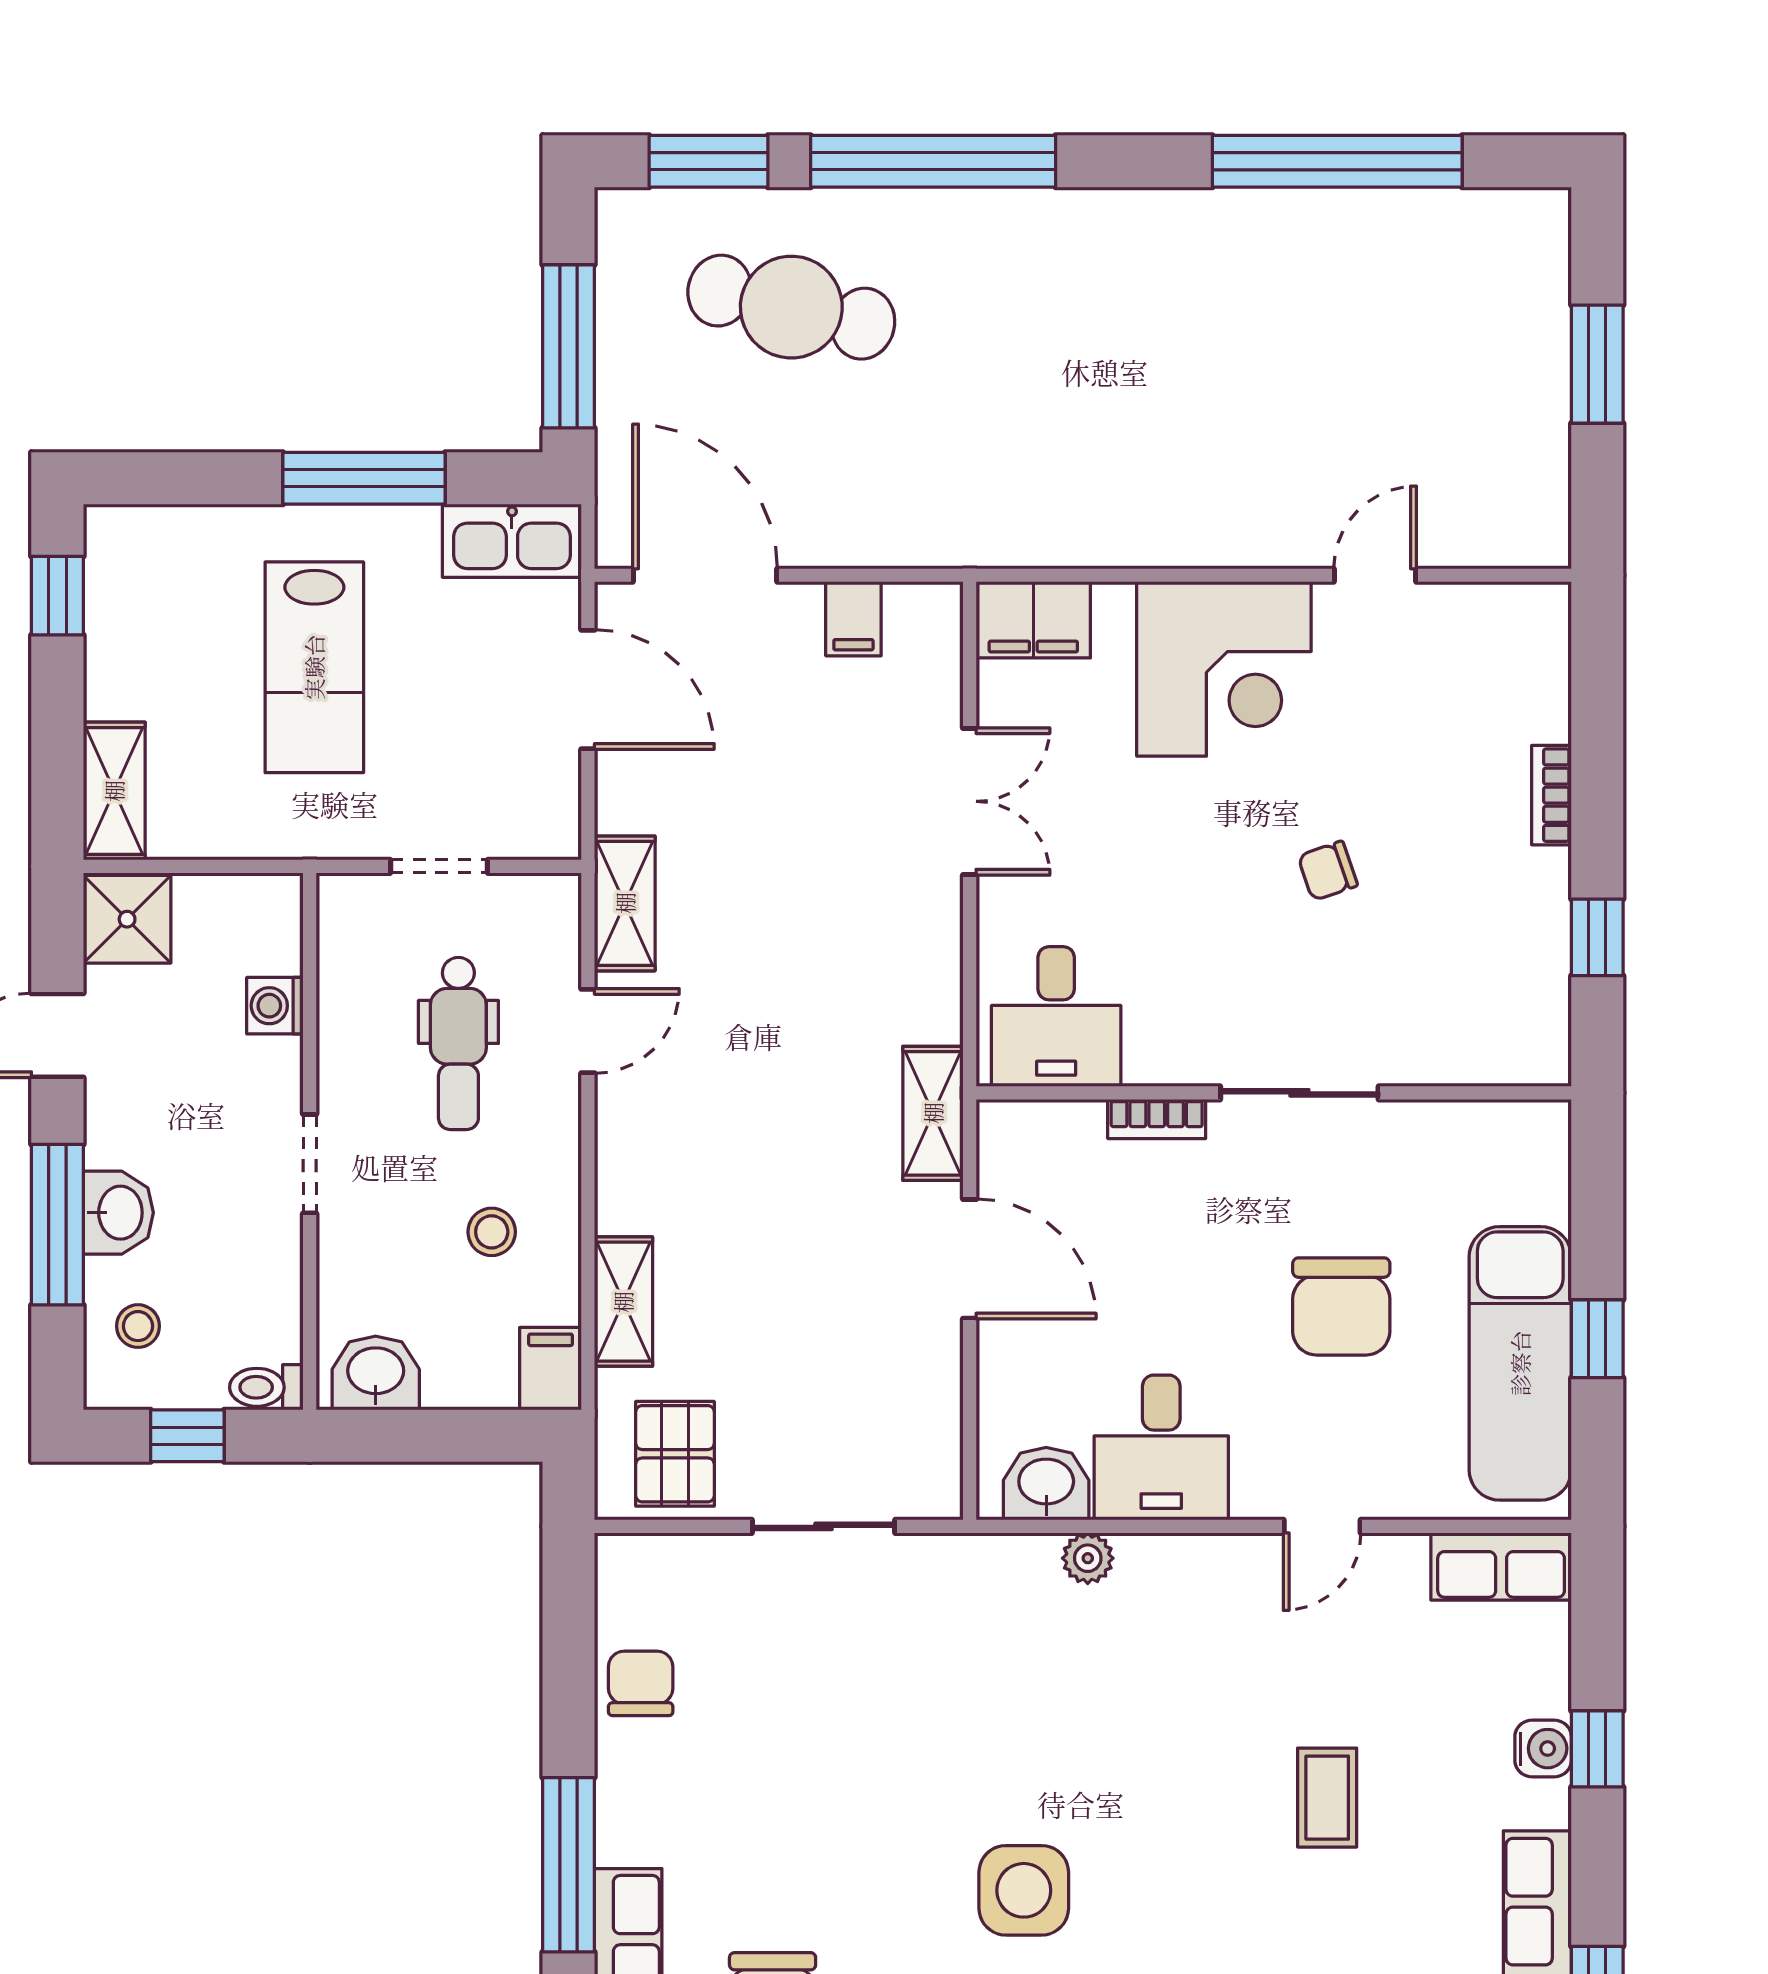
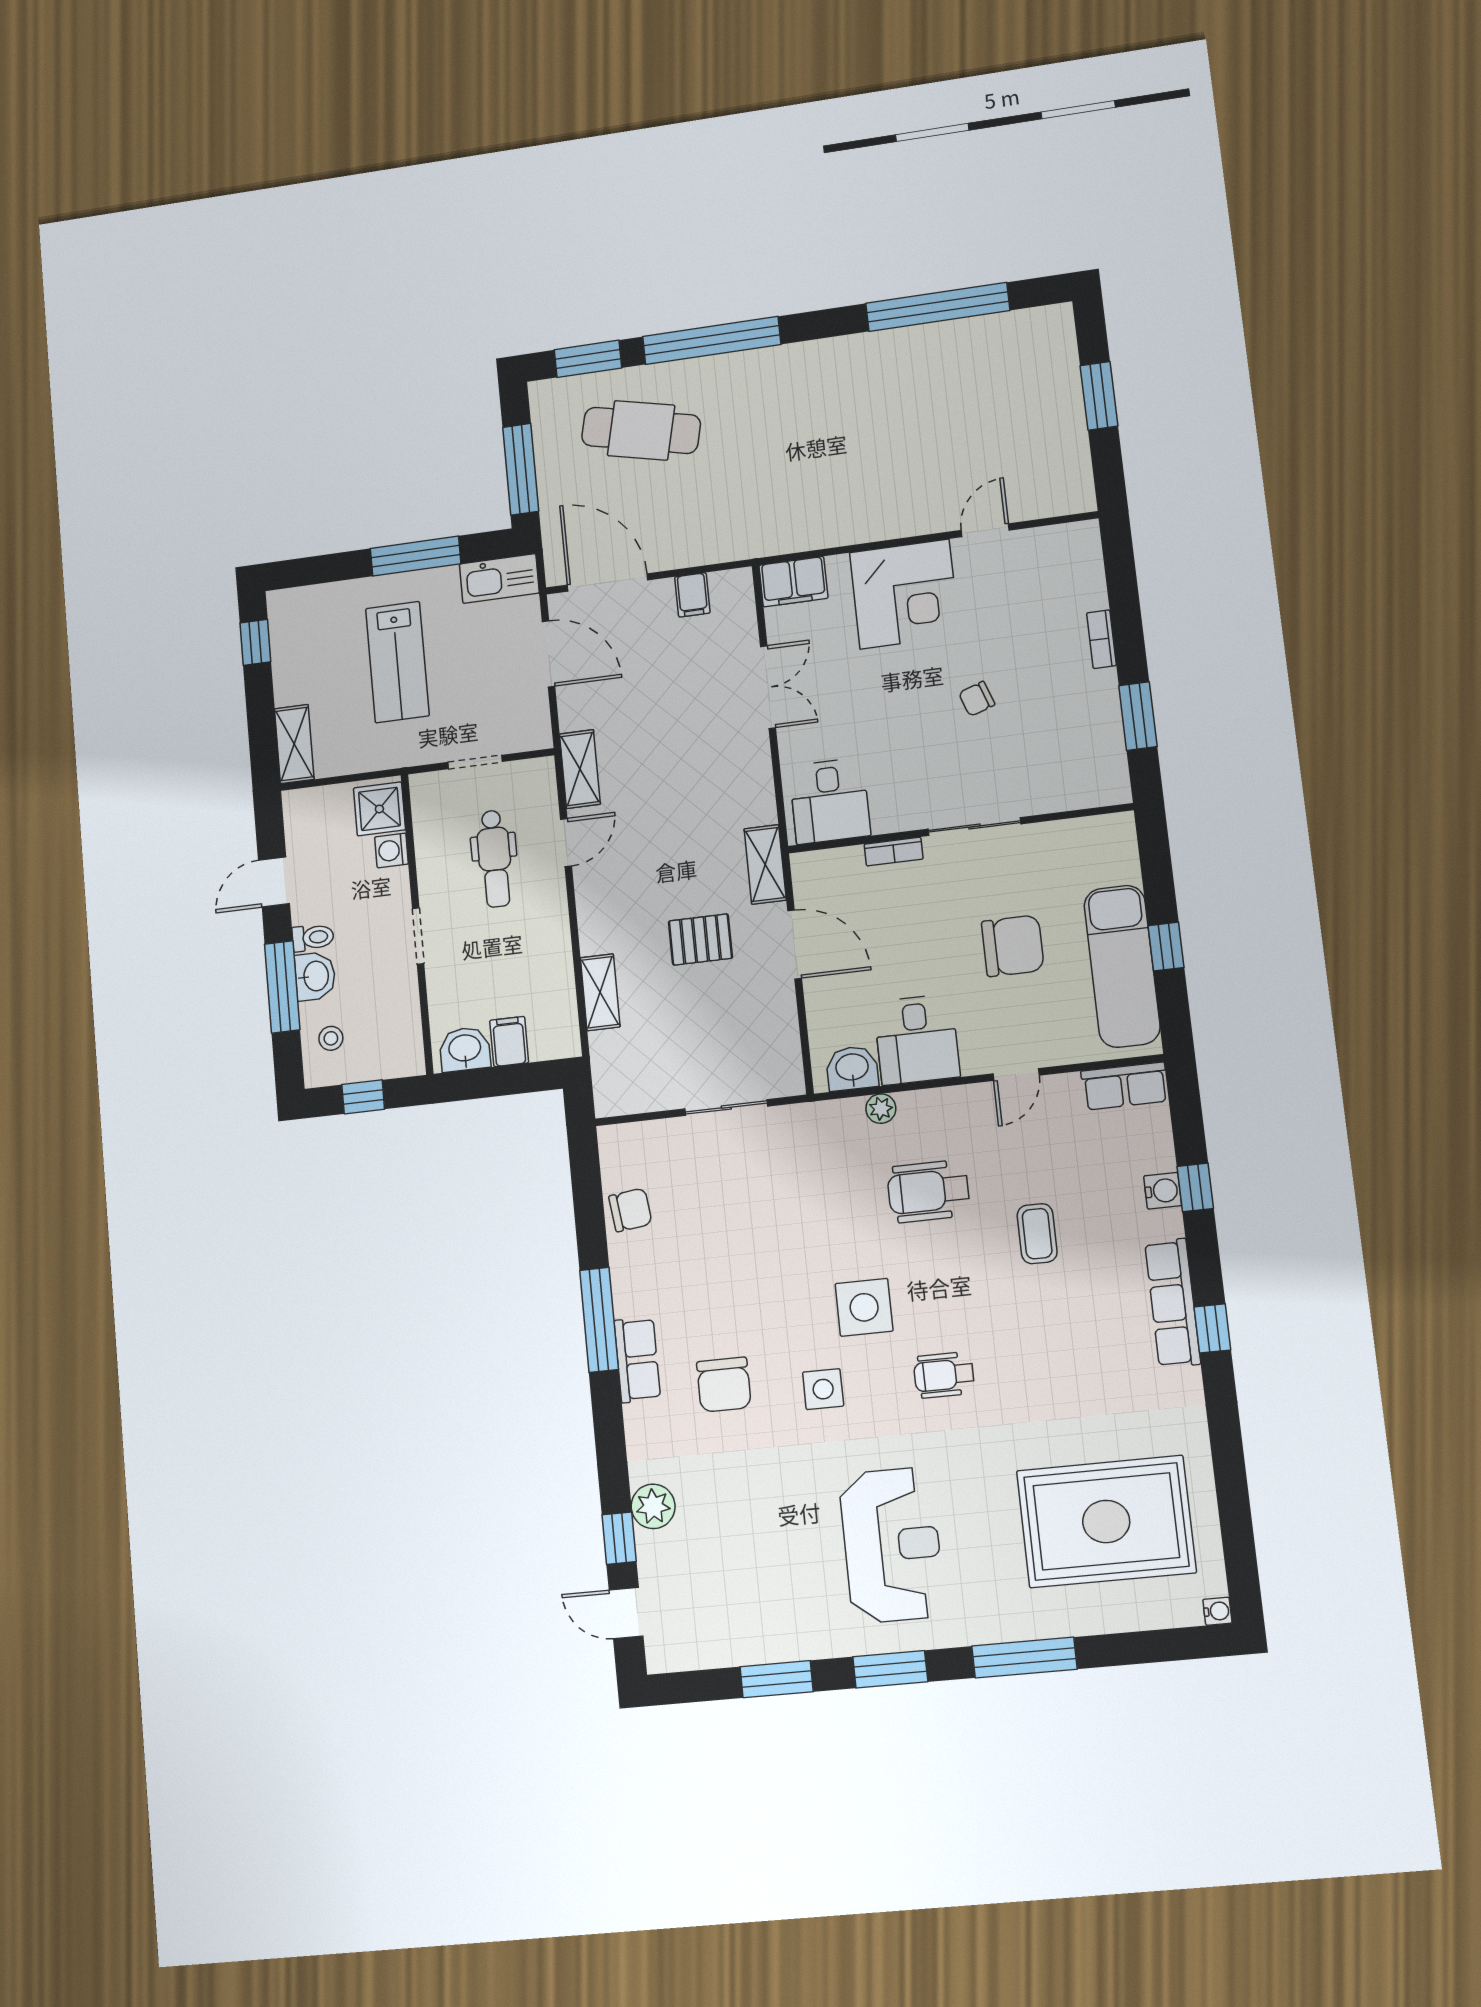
shower: (127, 919) -> (379, 809), moved
window: (1597, 937) -> (1138, 716), width x1.50
stool: (492, 1232) -> (523, 962), removed
chair: (1341, 1306) -> (1013, 946), turned -90
filing cabinet: (551, 1369) -> (509, 1041), moved
toilet: (266, 1387) -> (313, 938), moved, turned 180
pallet: (675, 1454) -> (700, 940), moved, turned 90
chair: (641, 1683) -> (630, 1210), turned 83
wheelchair: (1153, 1707) -> (928, 1191), added

